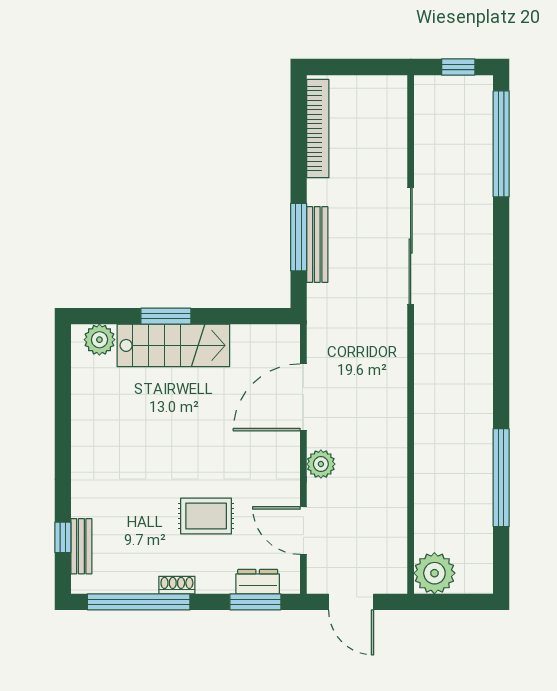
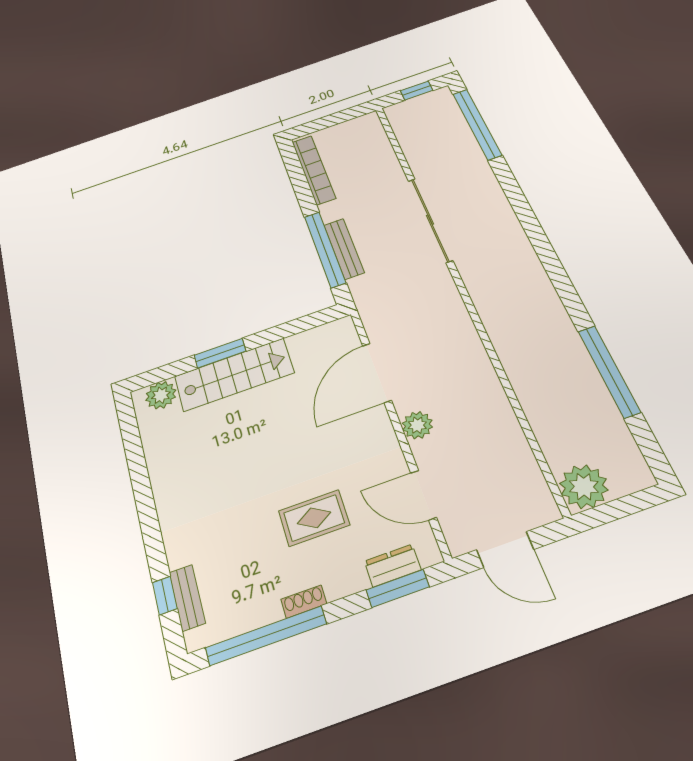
window: (299, 237) -> (325, 249), width x1.46

